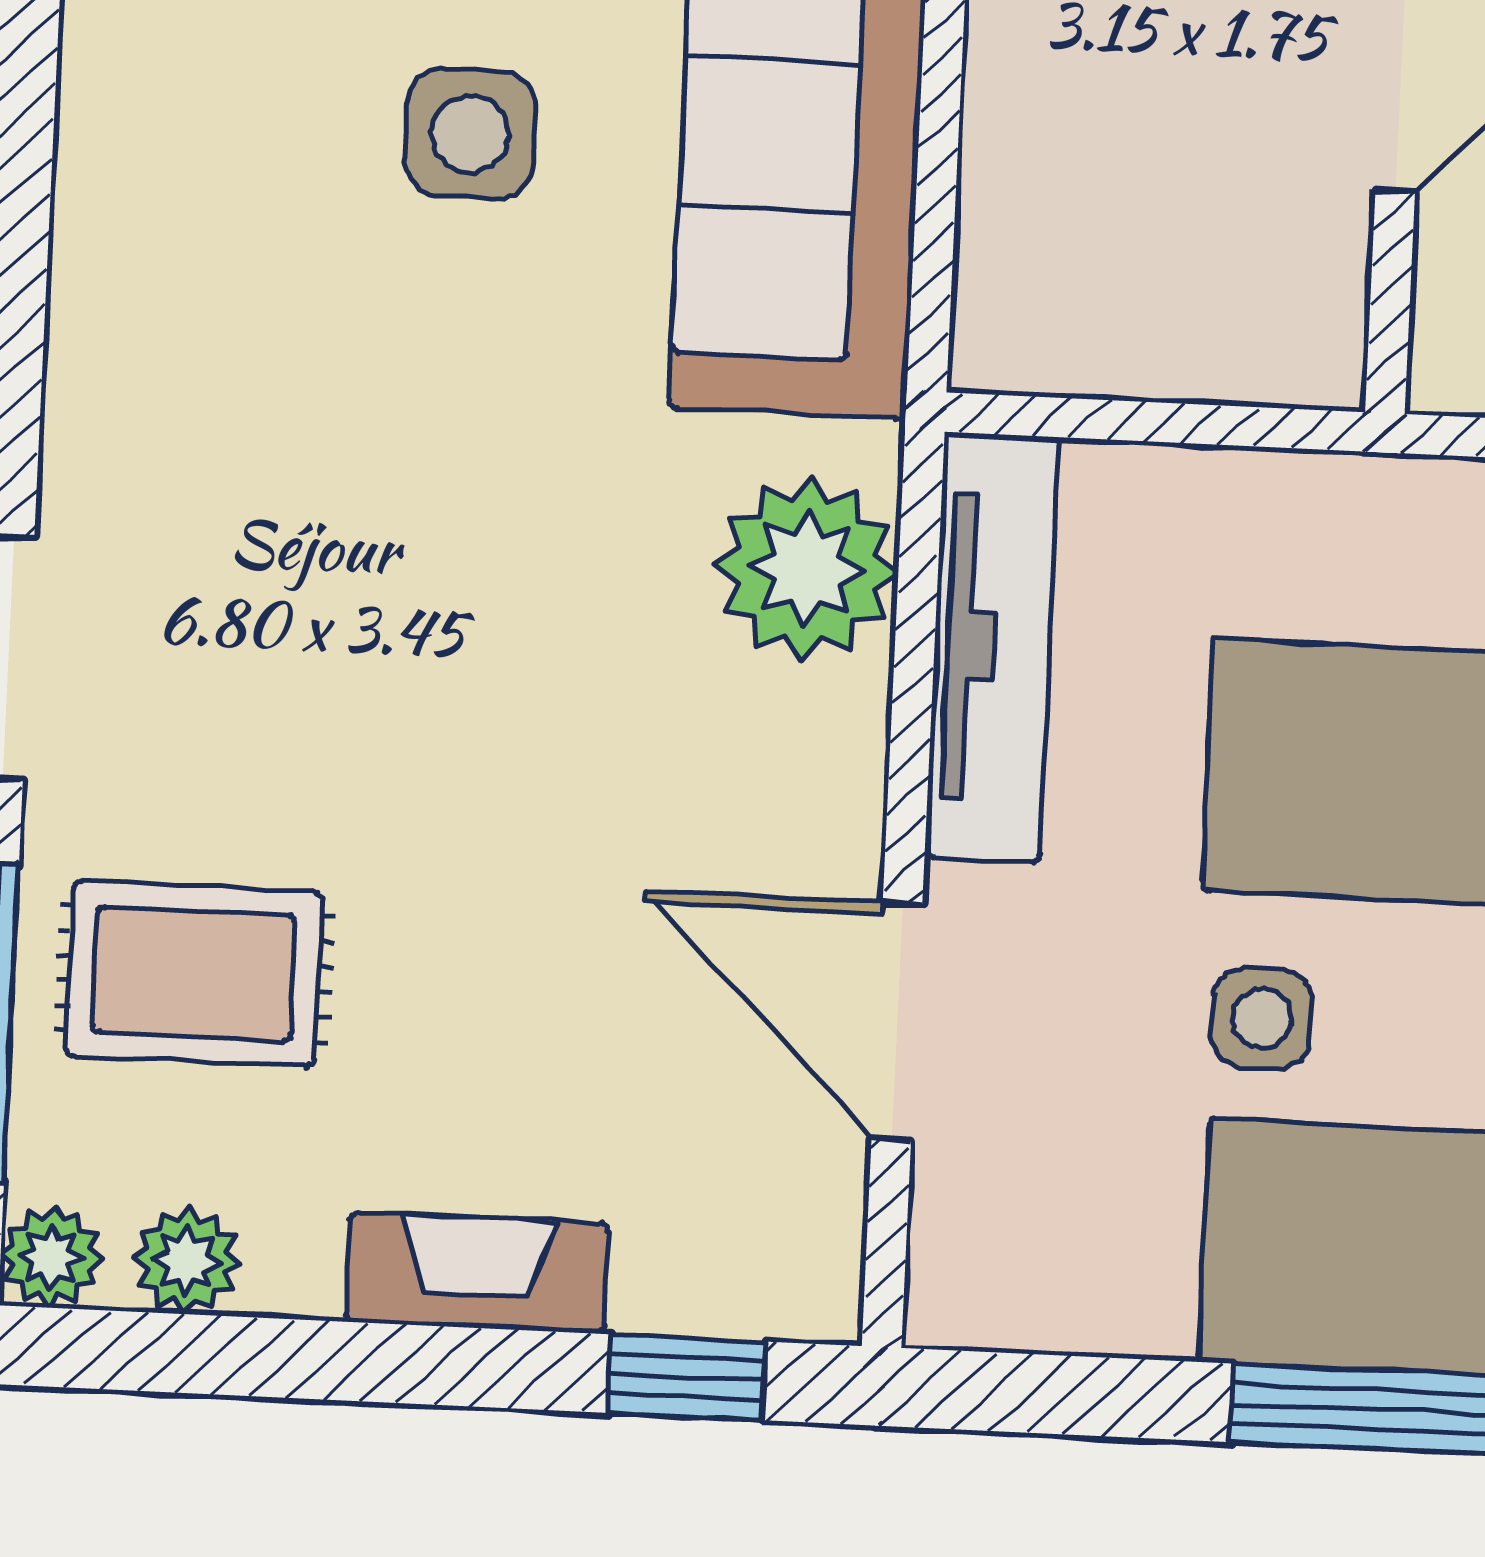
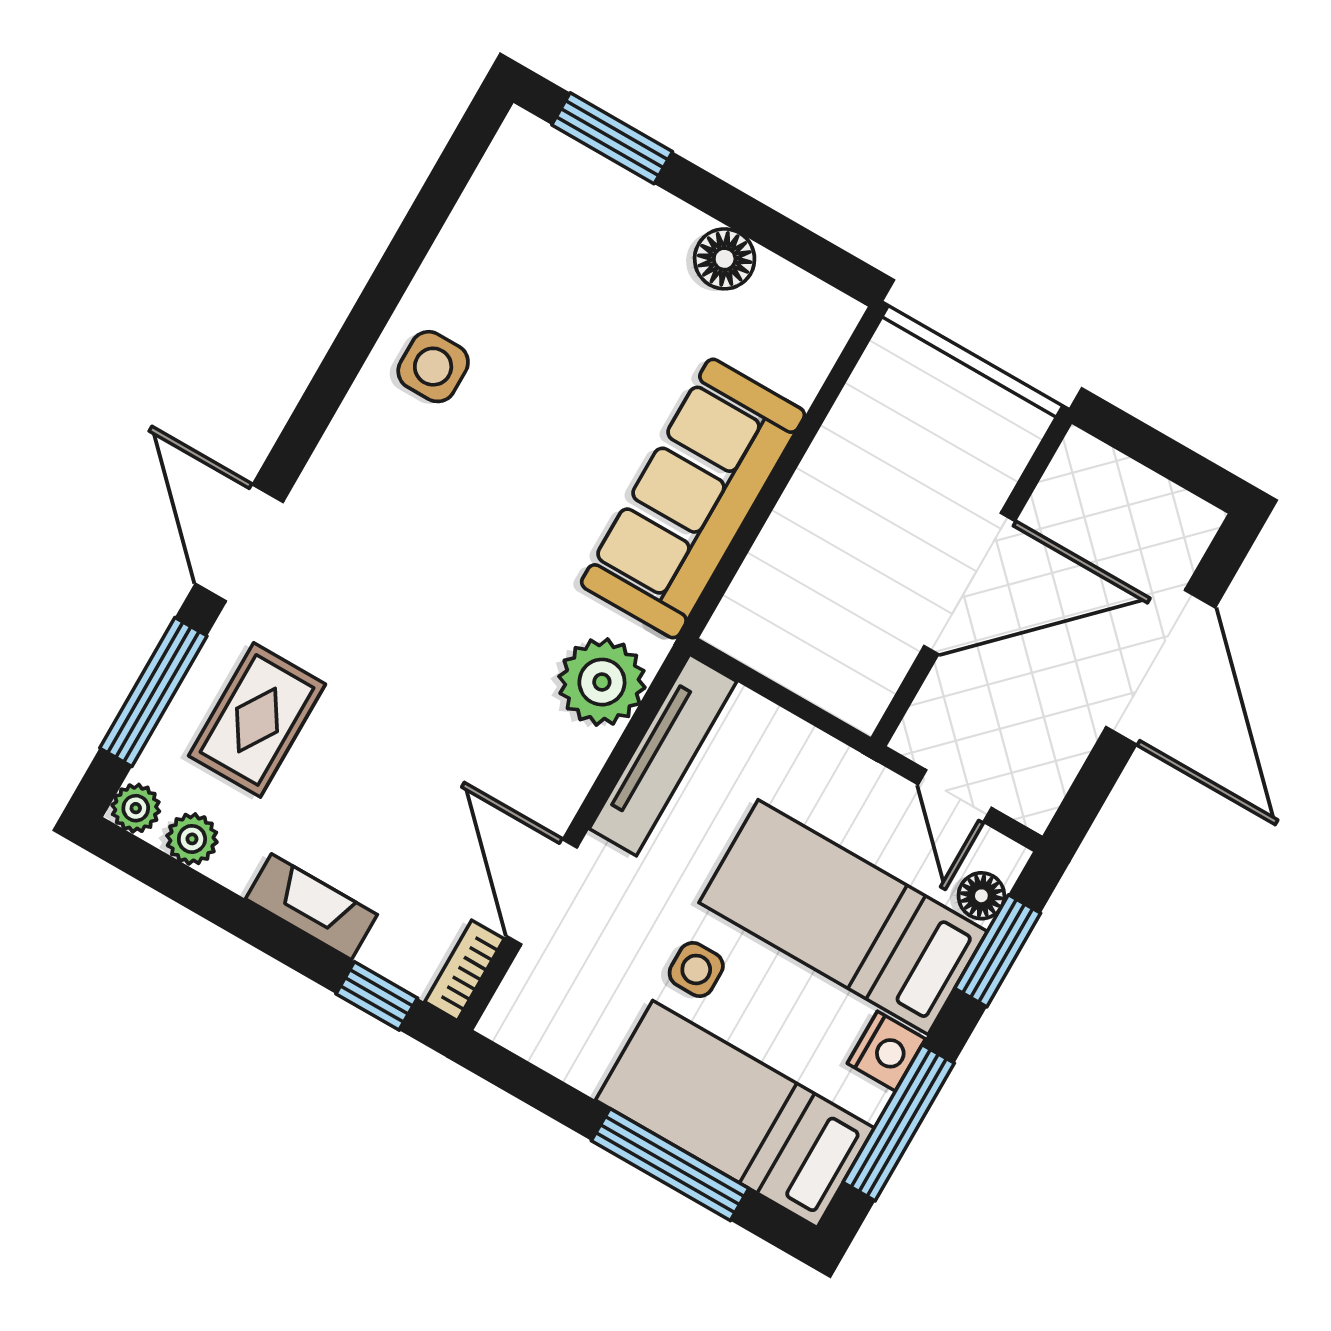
side table: (470, 134) -> (433, 367), moved
rug: (194, 974) -> (257, 720), turned 90
bookcase: (827, 1245) -> (464, 970), added

